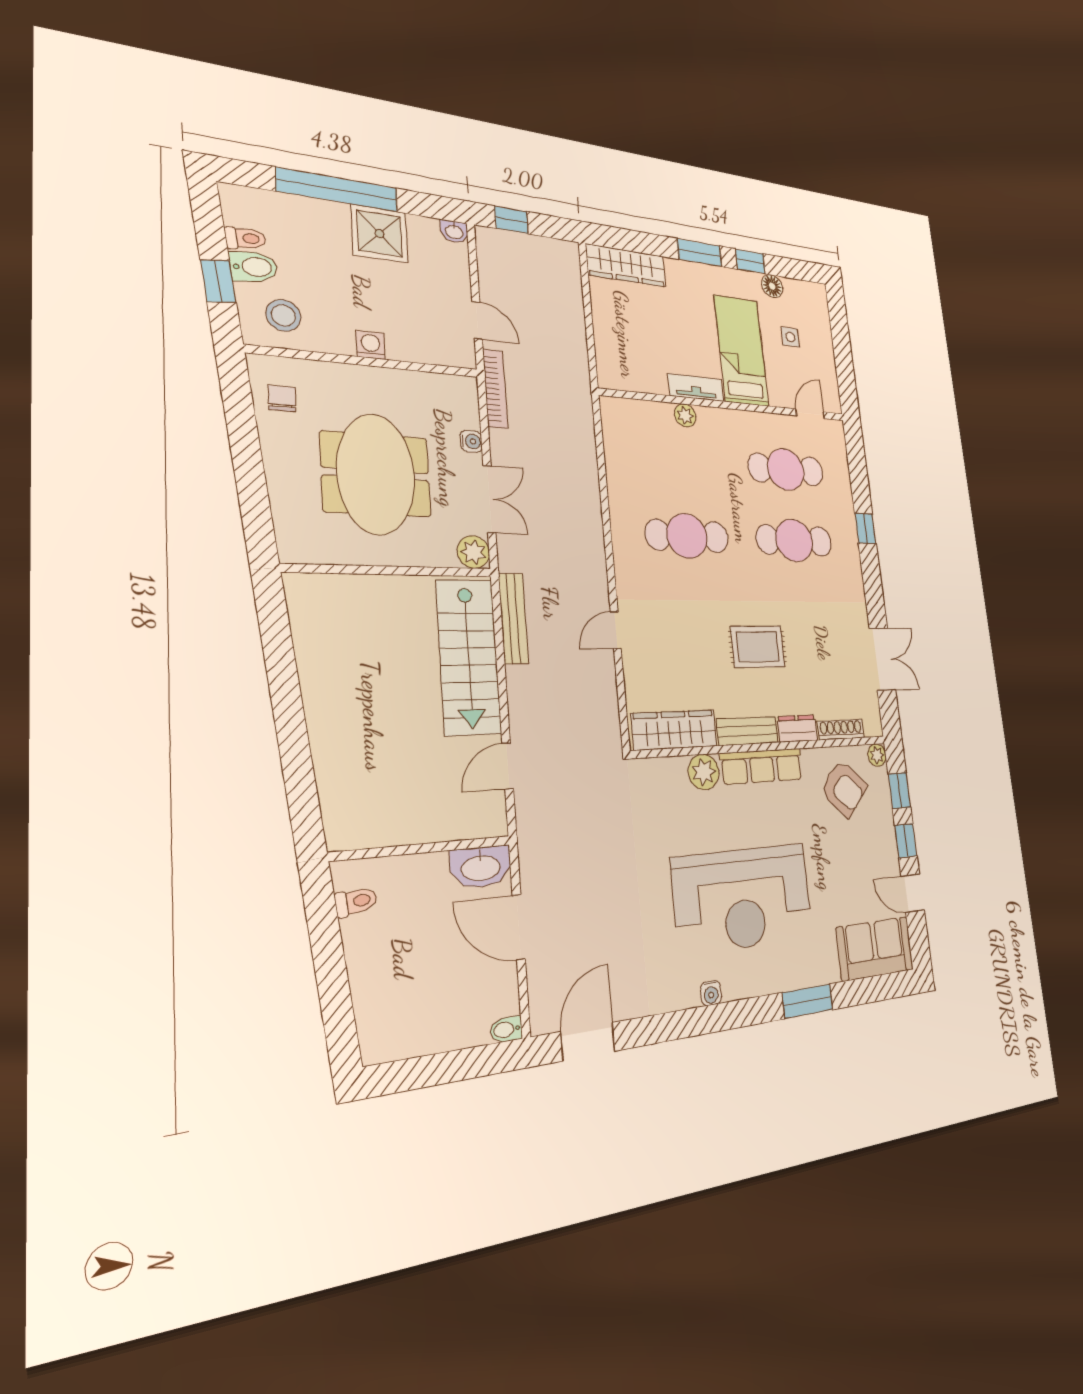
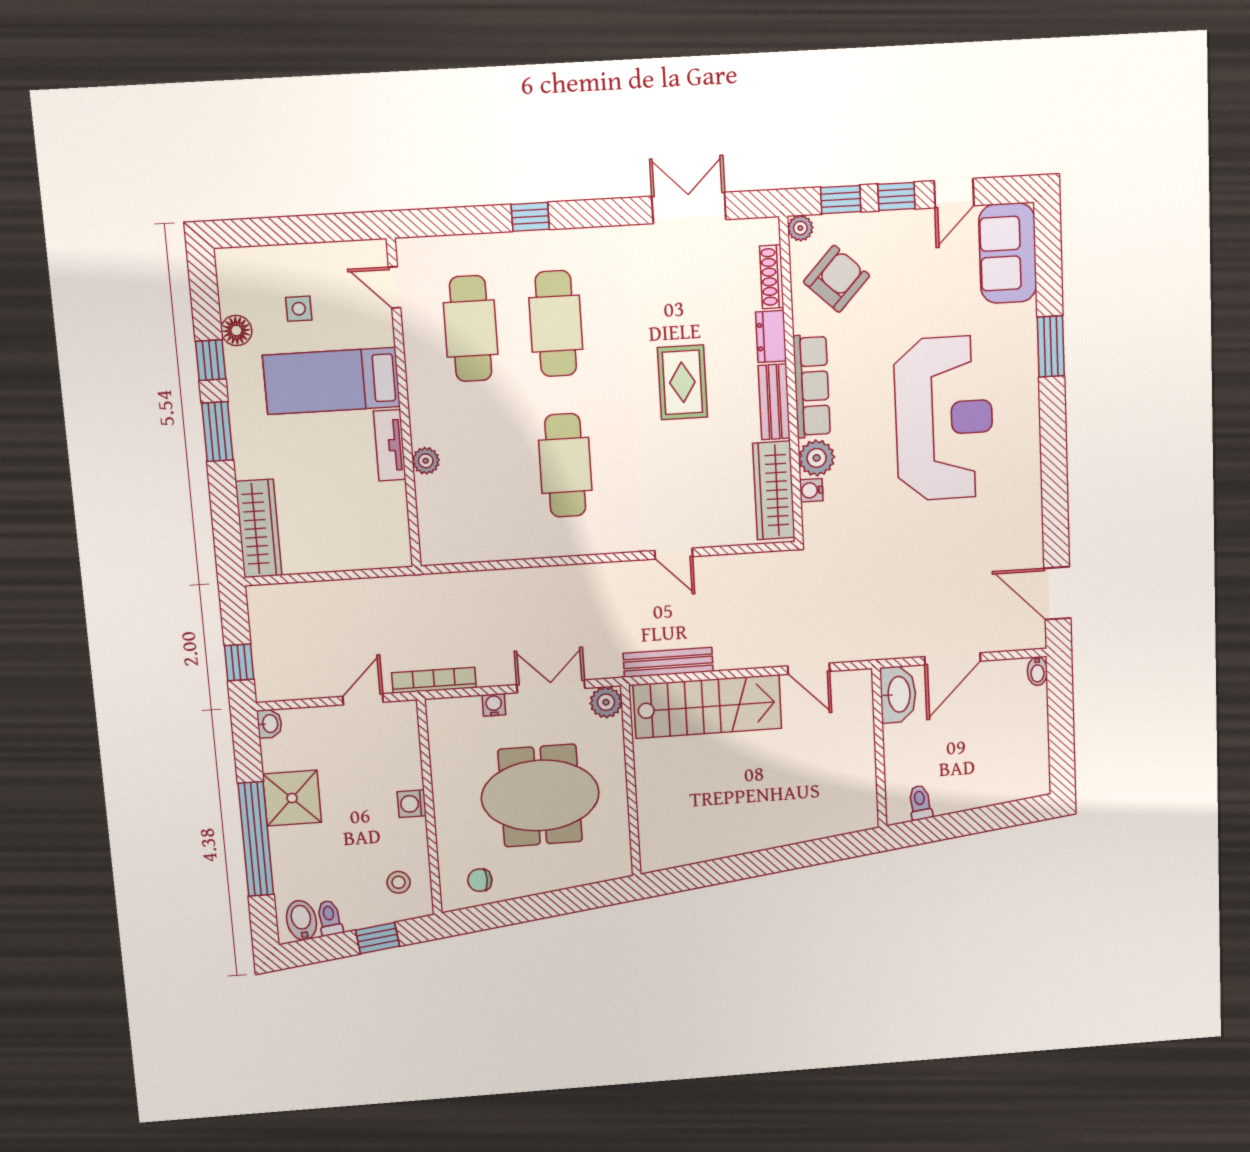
bidet: (254, 267) -> (302, 920), moved
stool: (283, 315) -> (399, 882), width x0.73, depth x0.73
water cooler: (711, 993) -> (811, 490), moved, turned 180

